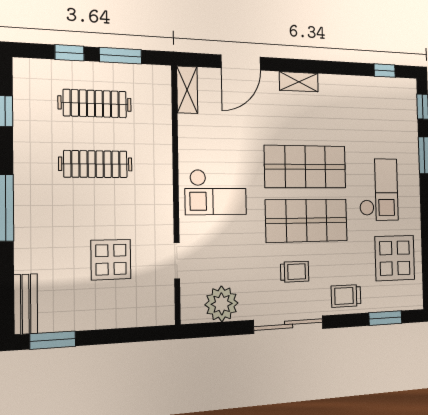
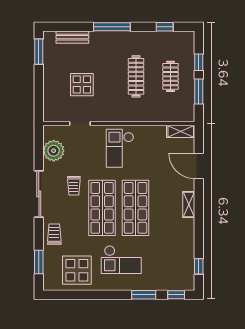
clothes rail: (95, 104) -> (171, 76), width x0.73
trolley: (295, 272) -> (74, 186), moved
bench: (26, 304) -> (72, 37), moved

